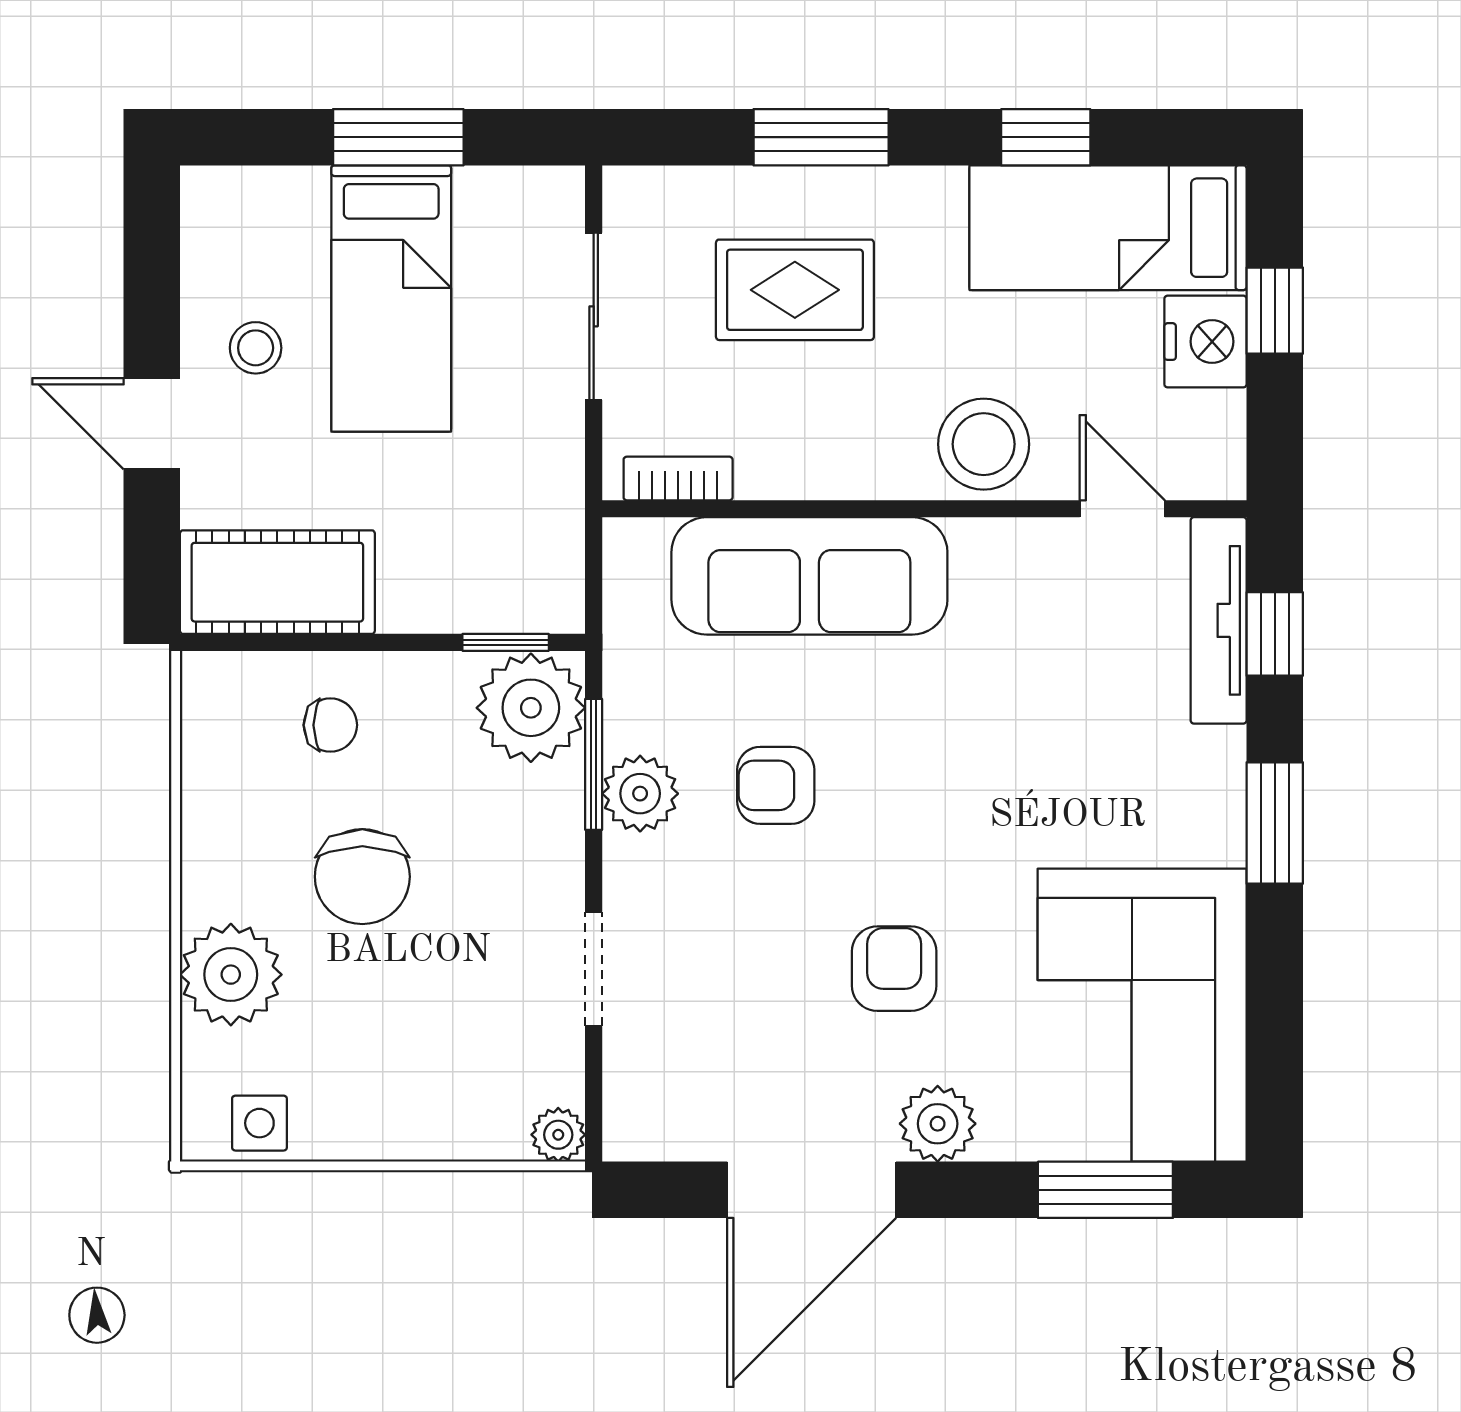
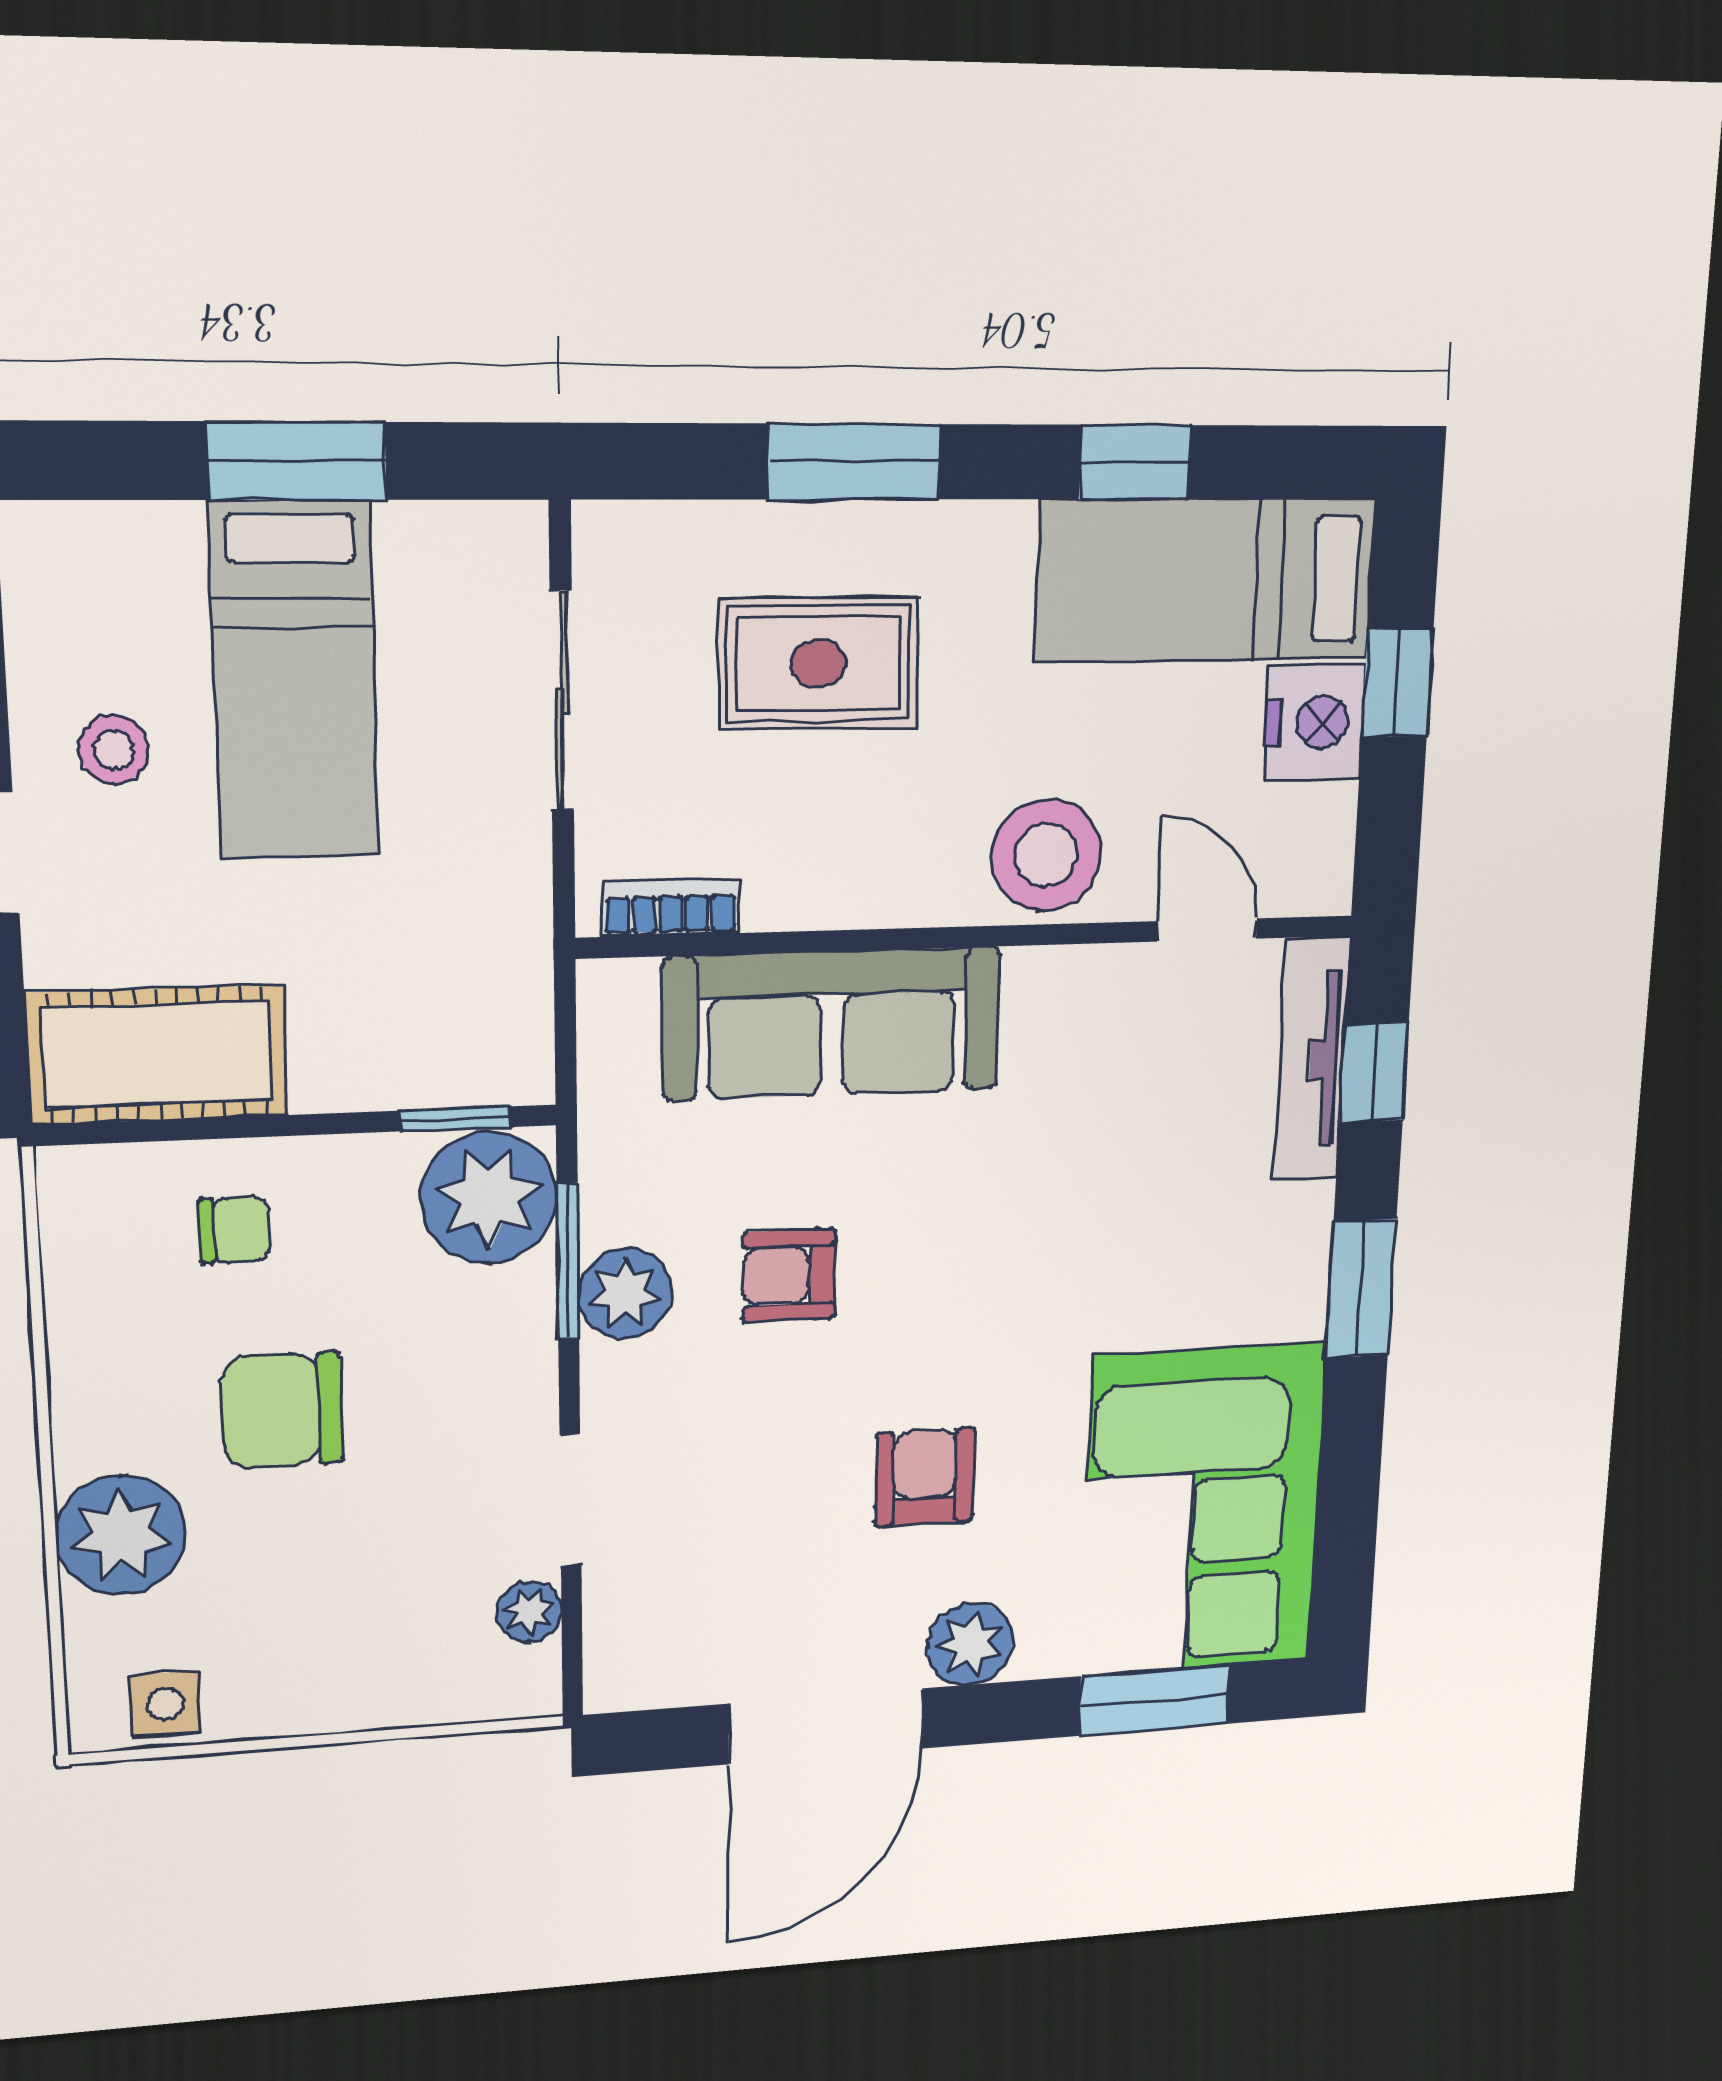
chair: (362, 877) -> (283, 1410), turned 90
plant: (558, 1135) -> (529, 1611), moved

